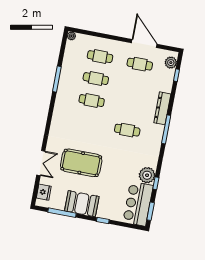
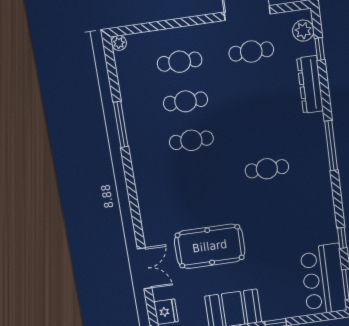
dresser: (162, 108) -> (310, 85), moved
plant: (147, 175) -> (323, 230), removed

